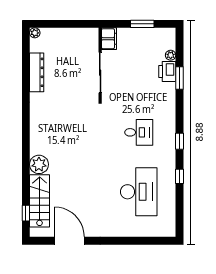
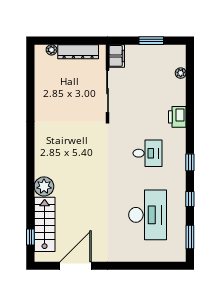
plant: (35, 33) -> (51, 50), moved
printer: (167, 71) -> (177, 117), moved
dresser: (37, 72) -> (78, 52), moved, turned 90
window: (180, 78) -> (190, 237), moved
door: (69, 241) -> (76, 266), hinge flipped

